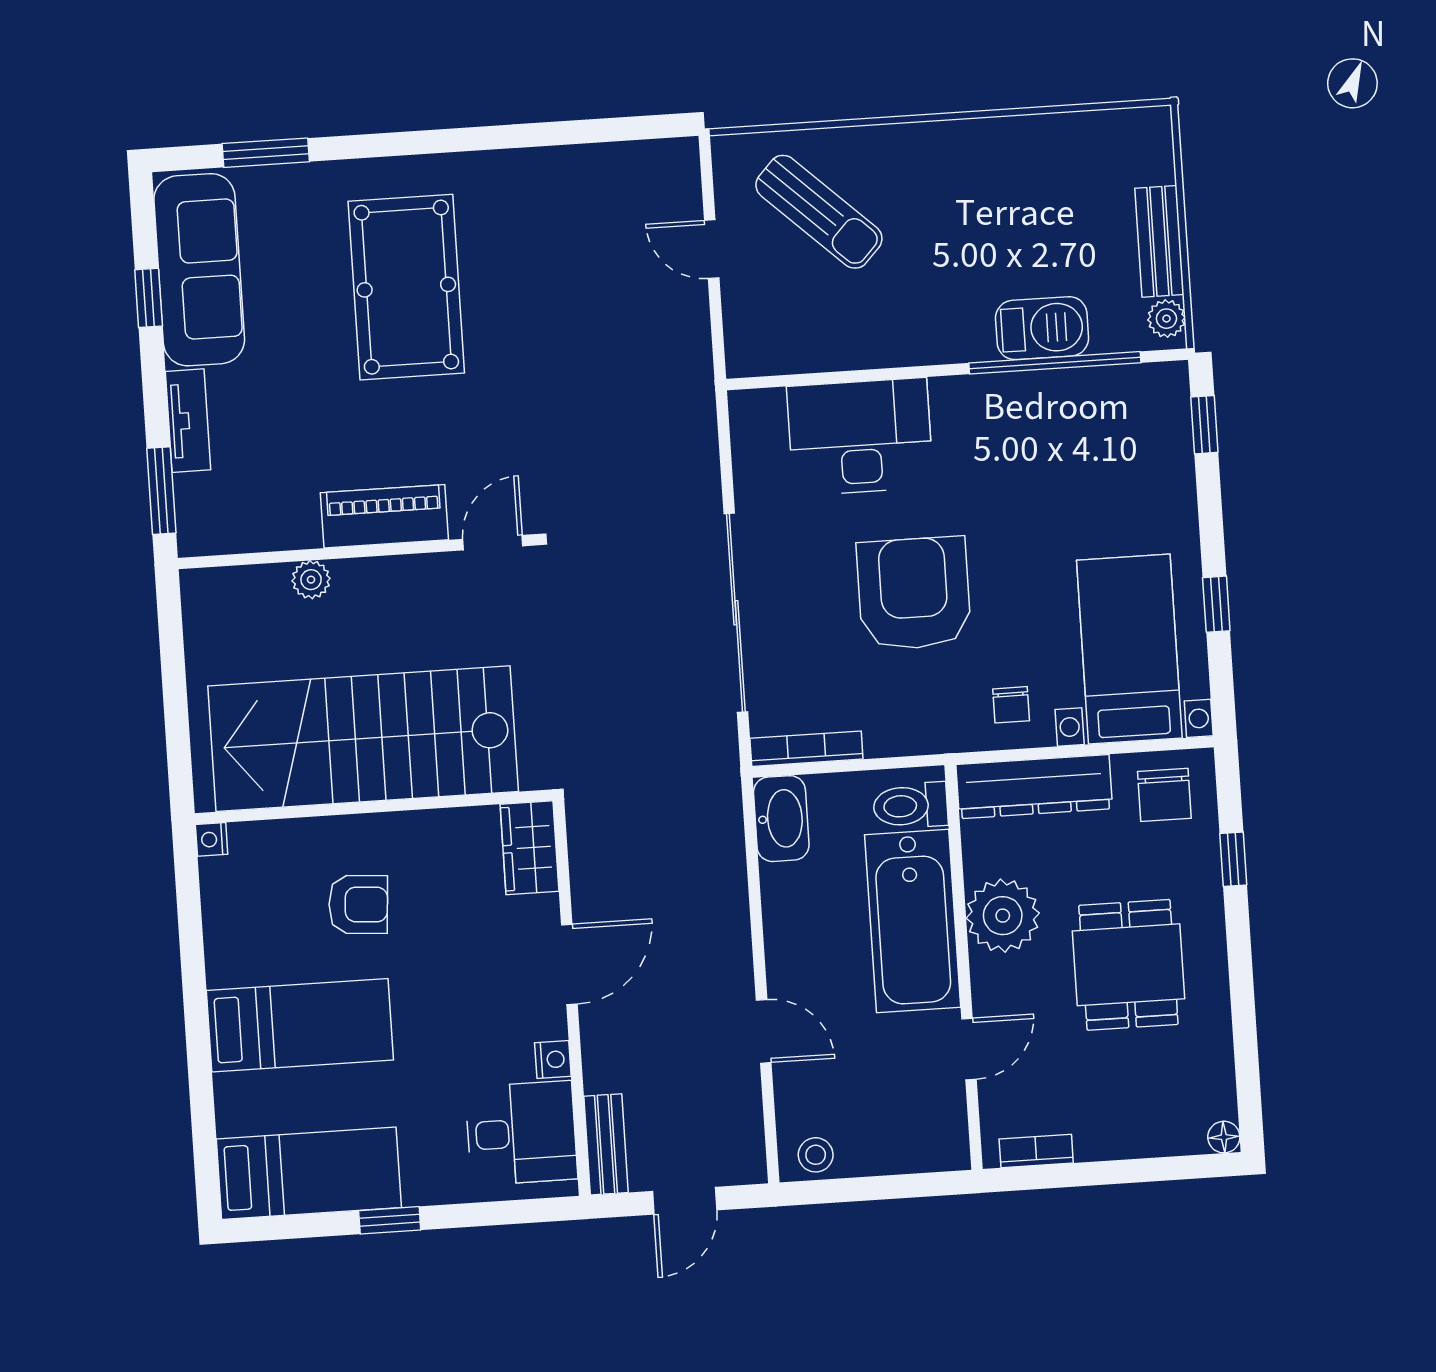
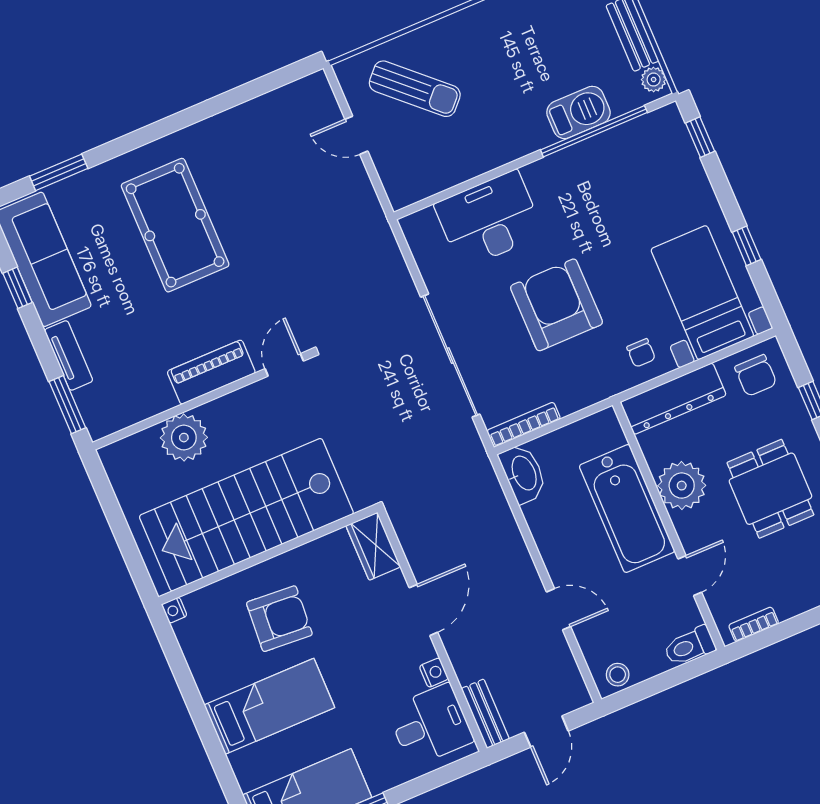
plant: (311, 580) -> (184, 438), width x1.88, depth x1.88
toilet: (910, 806) -> (690, 646), moved
armchair: (358, 904) -> (279, 619), width x1.38, depth x1.38

